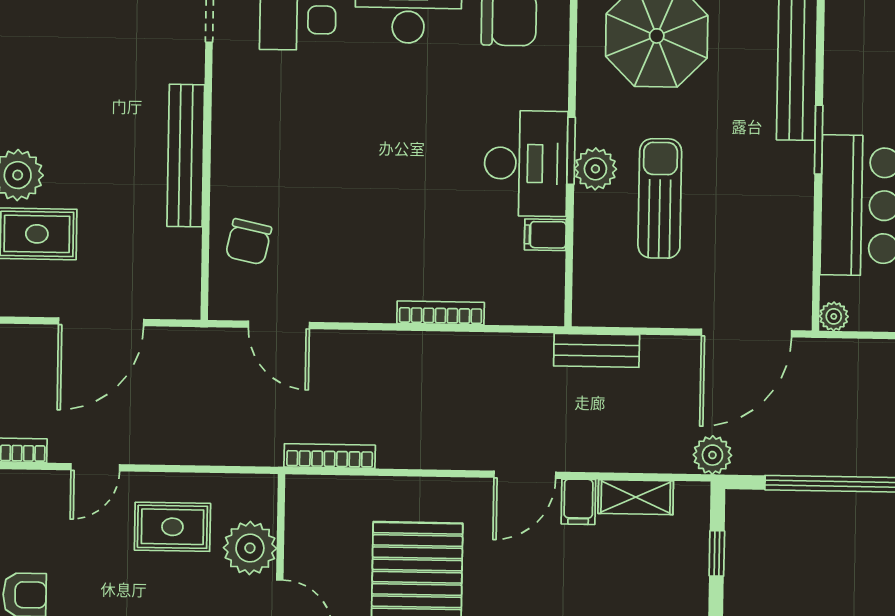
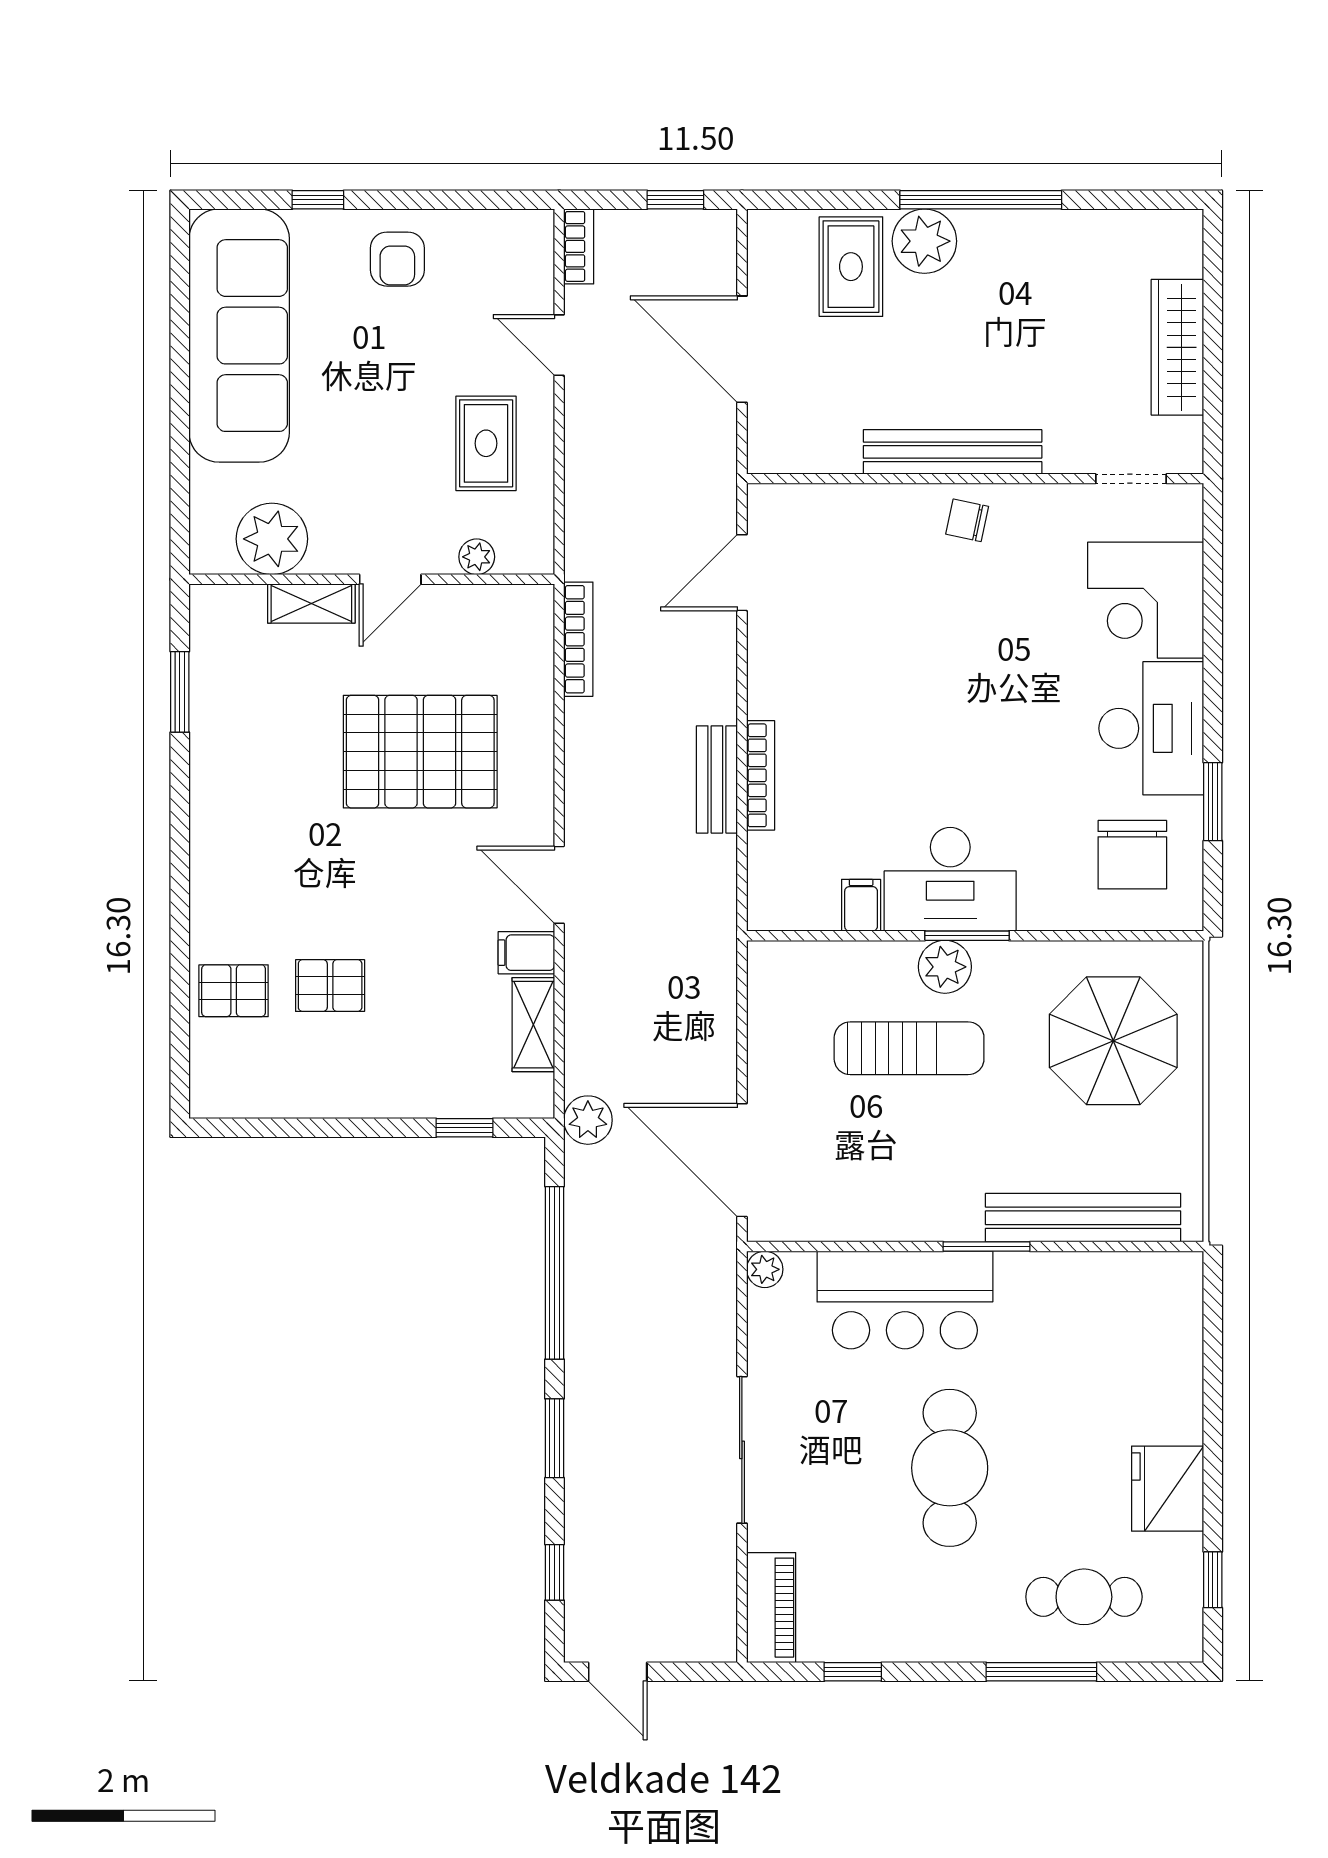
chair: (249, 242) -> (967, 520), moved, width x0.73, depth x0.73
bench: (597, 350) -> (717, 779), moved
plant: (250, 548) -> (477, 557), width x0.53, depth x0.53

